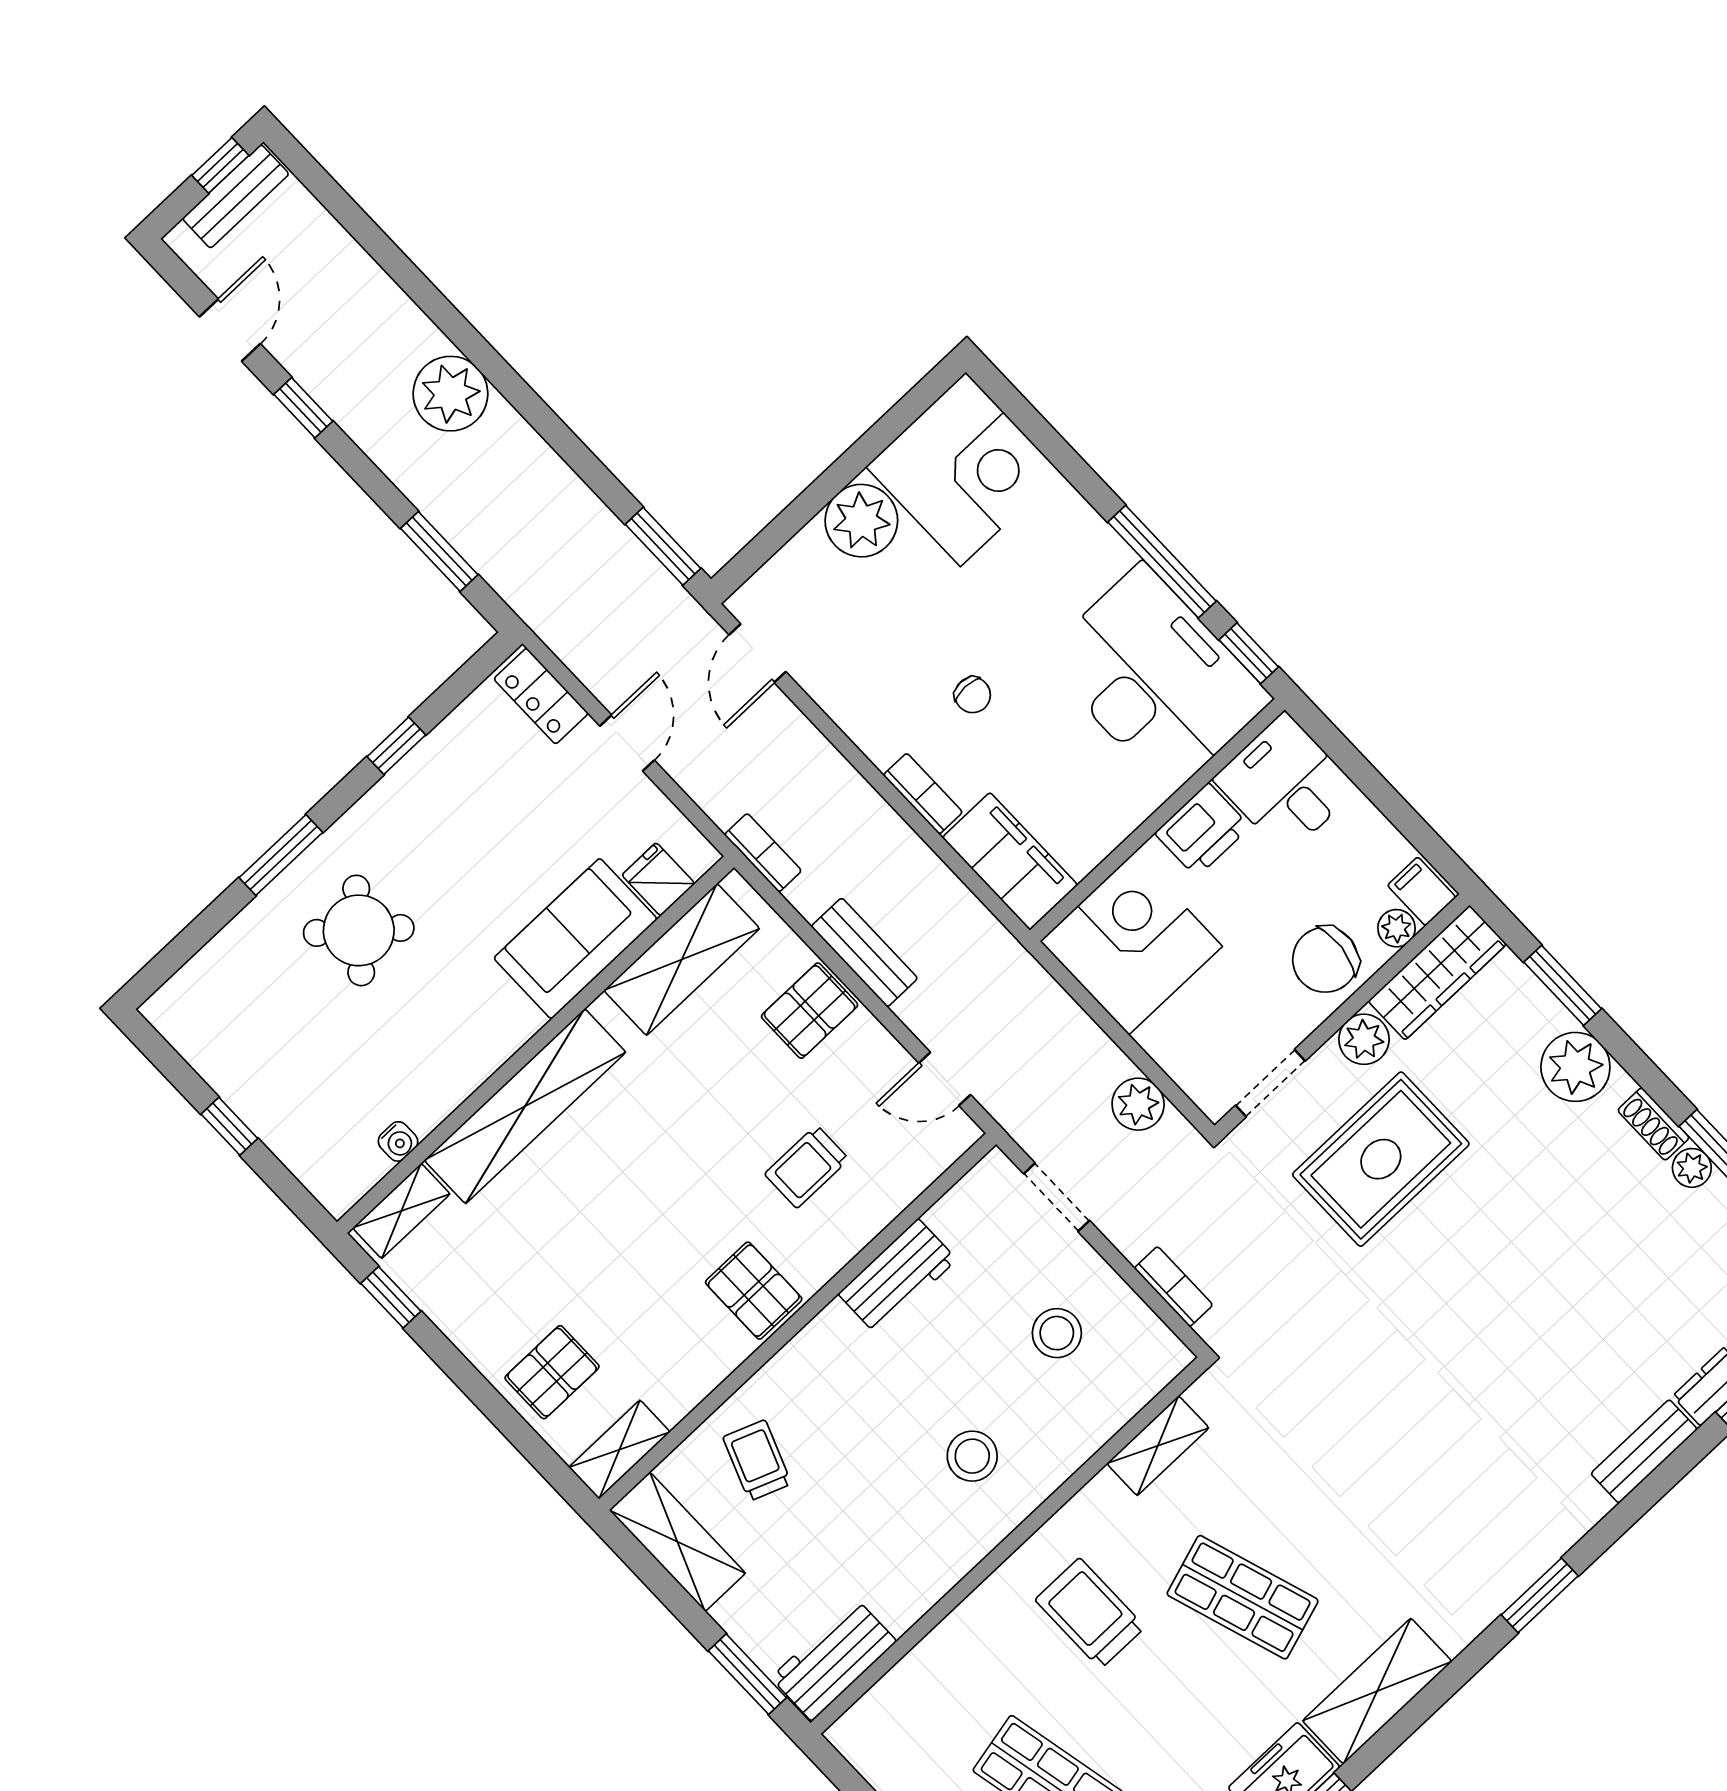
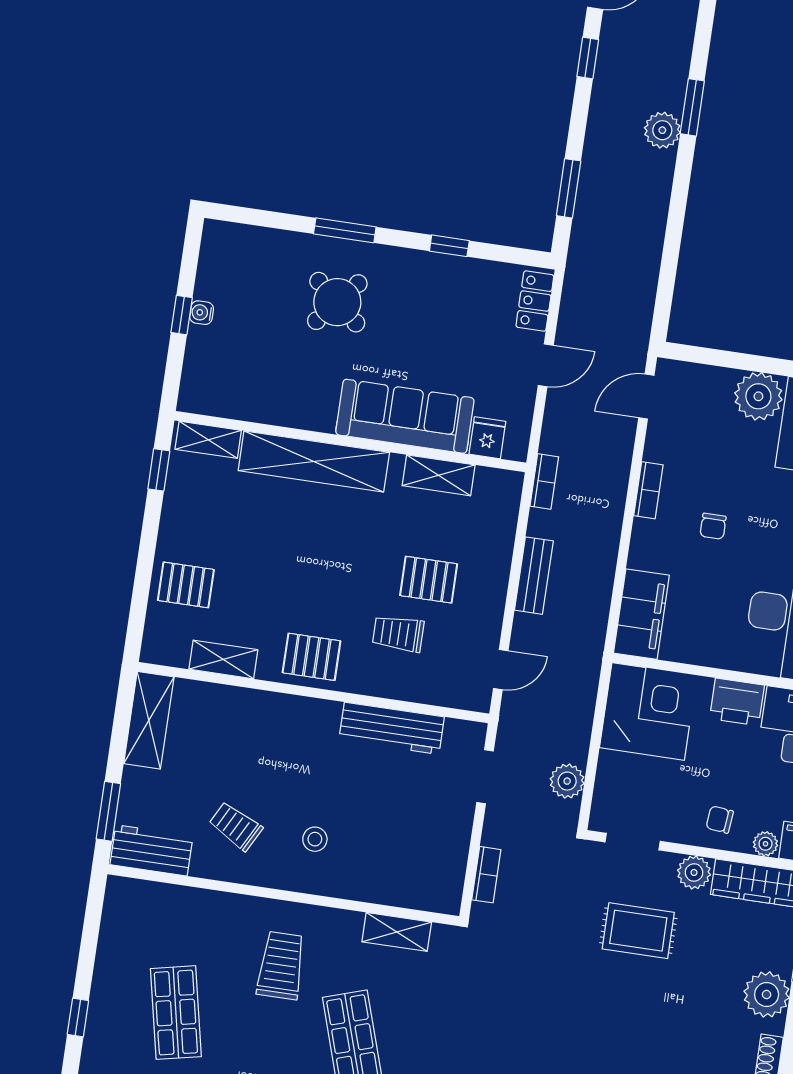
plant: (450, 394) -> (662, 130), width x0.73, depth x0.73
window: (663, 546) -> (692, 107), moved
bookcase: (923, 794) -> (648, 490), moved
sofa: (576, 939) -> (405, 416), width x1.36
shelving: (682, 959) -> (439, 475), width x0.67, depth x0.75
chair: (1325, 960) -> (720, 820), width x0.54, depth x0.54
pallet: (810, 1011) -> (429, 580), moved
door: (945, 1079) -> (501, 670), swing flipped
water cooler: (398, 1141) -> (202, 313), moved, turned 90
rug: (1381, 1159) -> (638, 931), width x0.73, depth x0.70
workbench: (897, 1277) -> (392, 728), width x1.38
pallet: (754, 1291) -> (312, 657), turned 90
stool: (1057, 1333) -> (414, 833), removed
shelving: (619, 1450) -> (223, 659), moved
stool: (972, 1456) -> (315, 839), width x0.73, depth x0.73
trolley: (757, 1460) -> (236, 826), moved, turned -83

